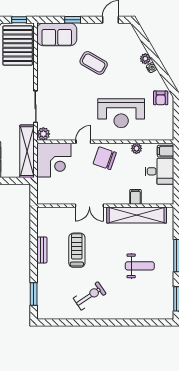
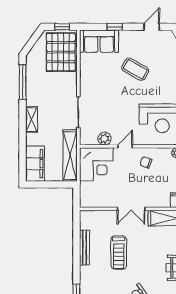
plant: (43, 134) -> (104, 139), moved
chair: (105, 158) -> (146, 162), width x0.54, depth x0.54
bench: (42, 250) -> (84, 248), width x1.36
treadmill: (77, 250) -> (119, 253), turned 180

